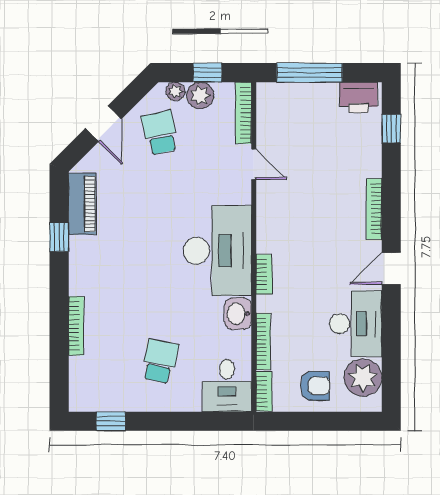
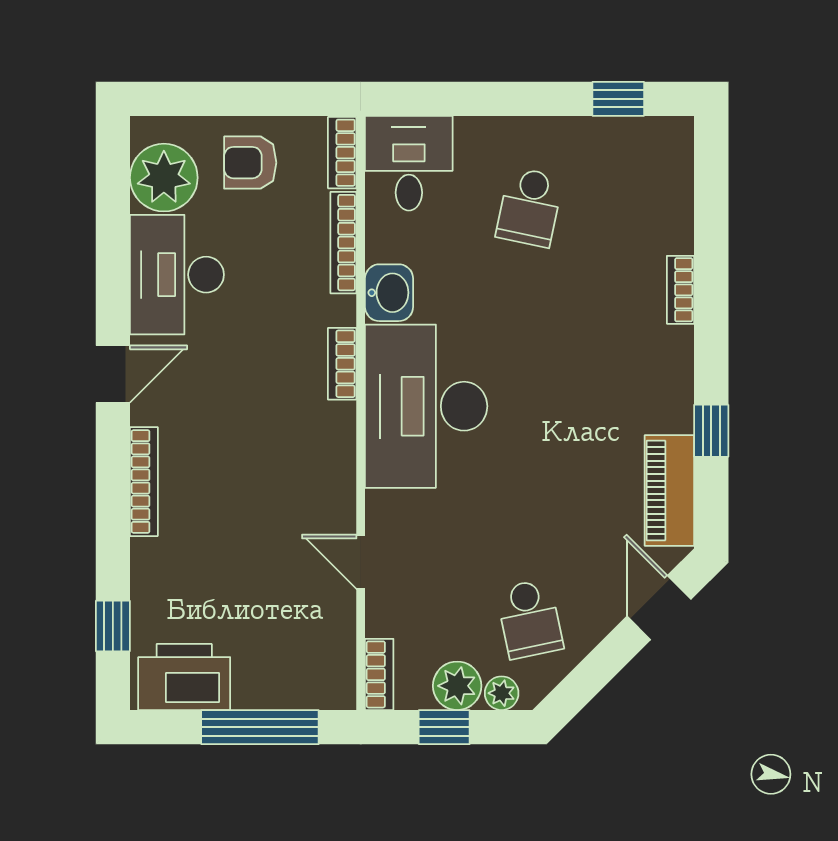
printer: (359, 97) -> (184, 677), width x1.37, depth x1.19
bookcase: (243, 113) -> (379, 674), width x0.64
door: (103, 124) -> (659, 608), moved
bookcase: (76, 326) -> (680, 290), width x0.64

